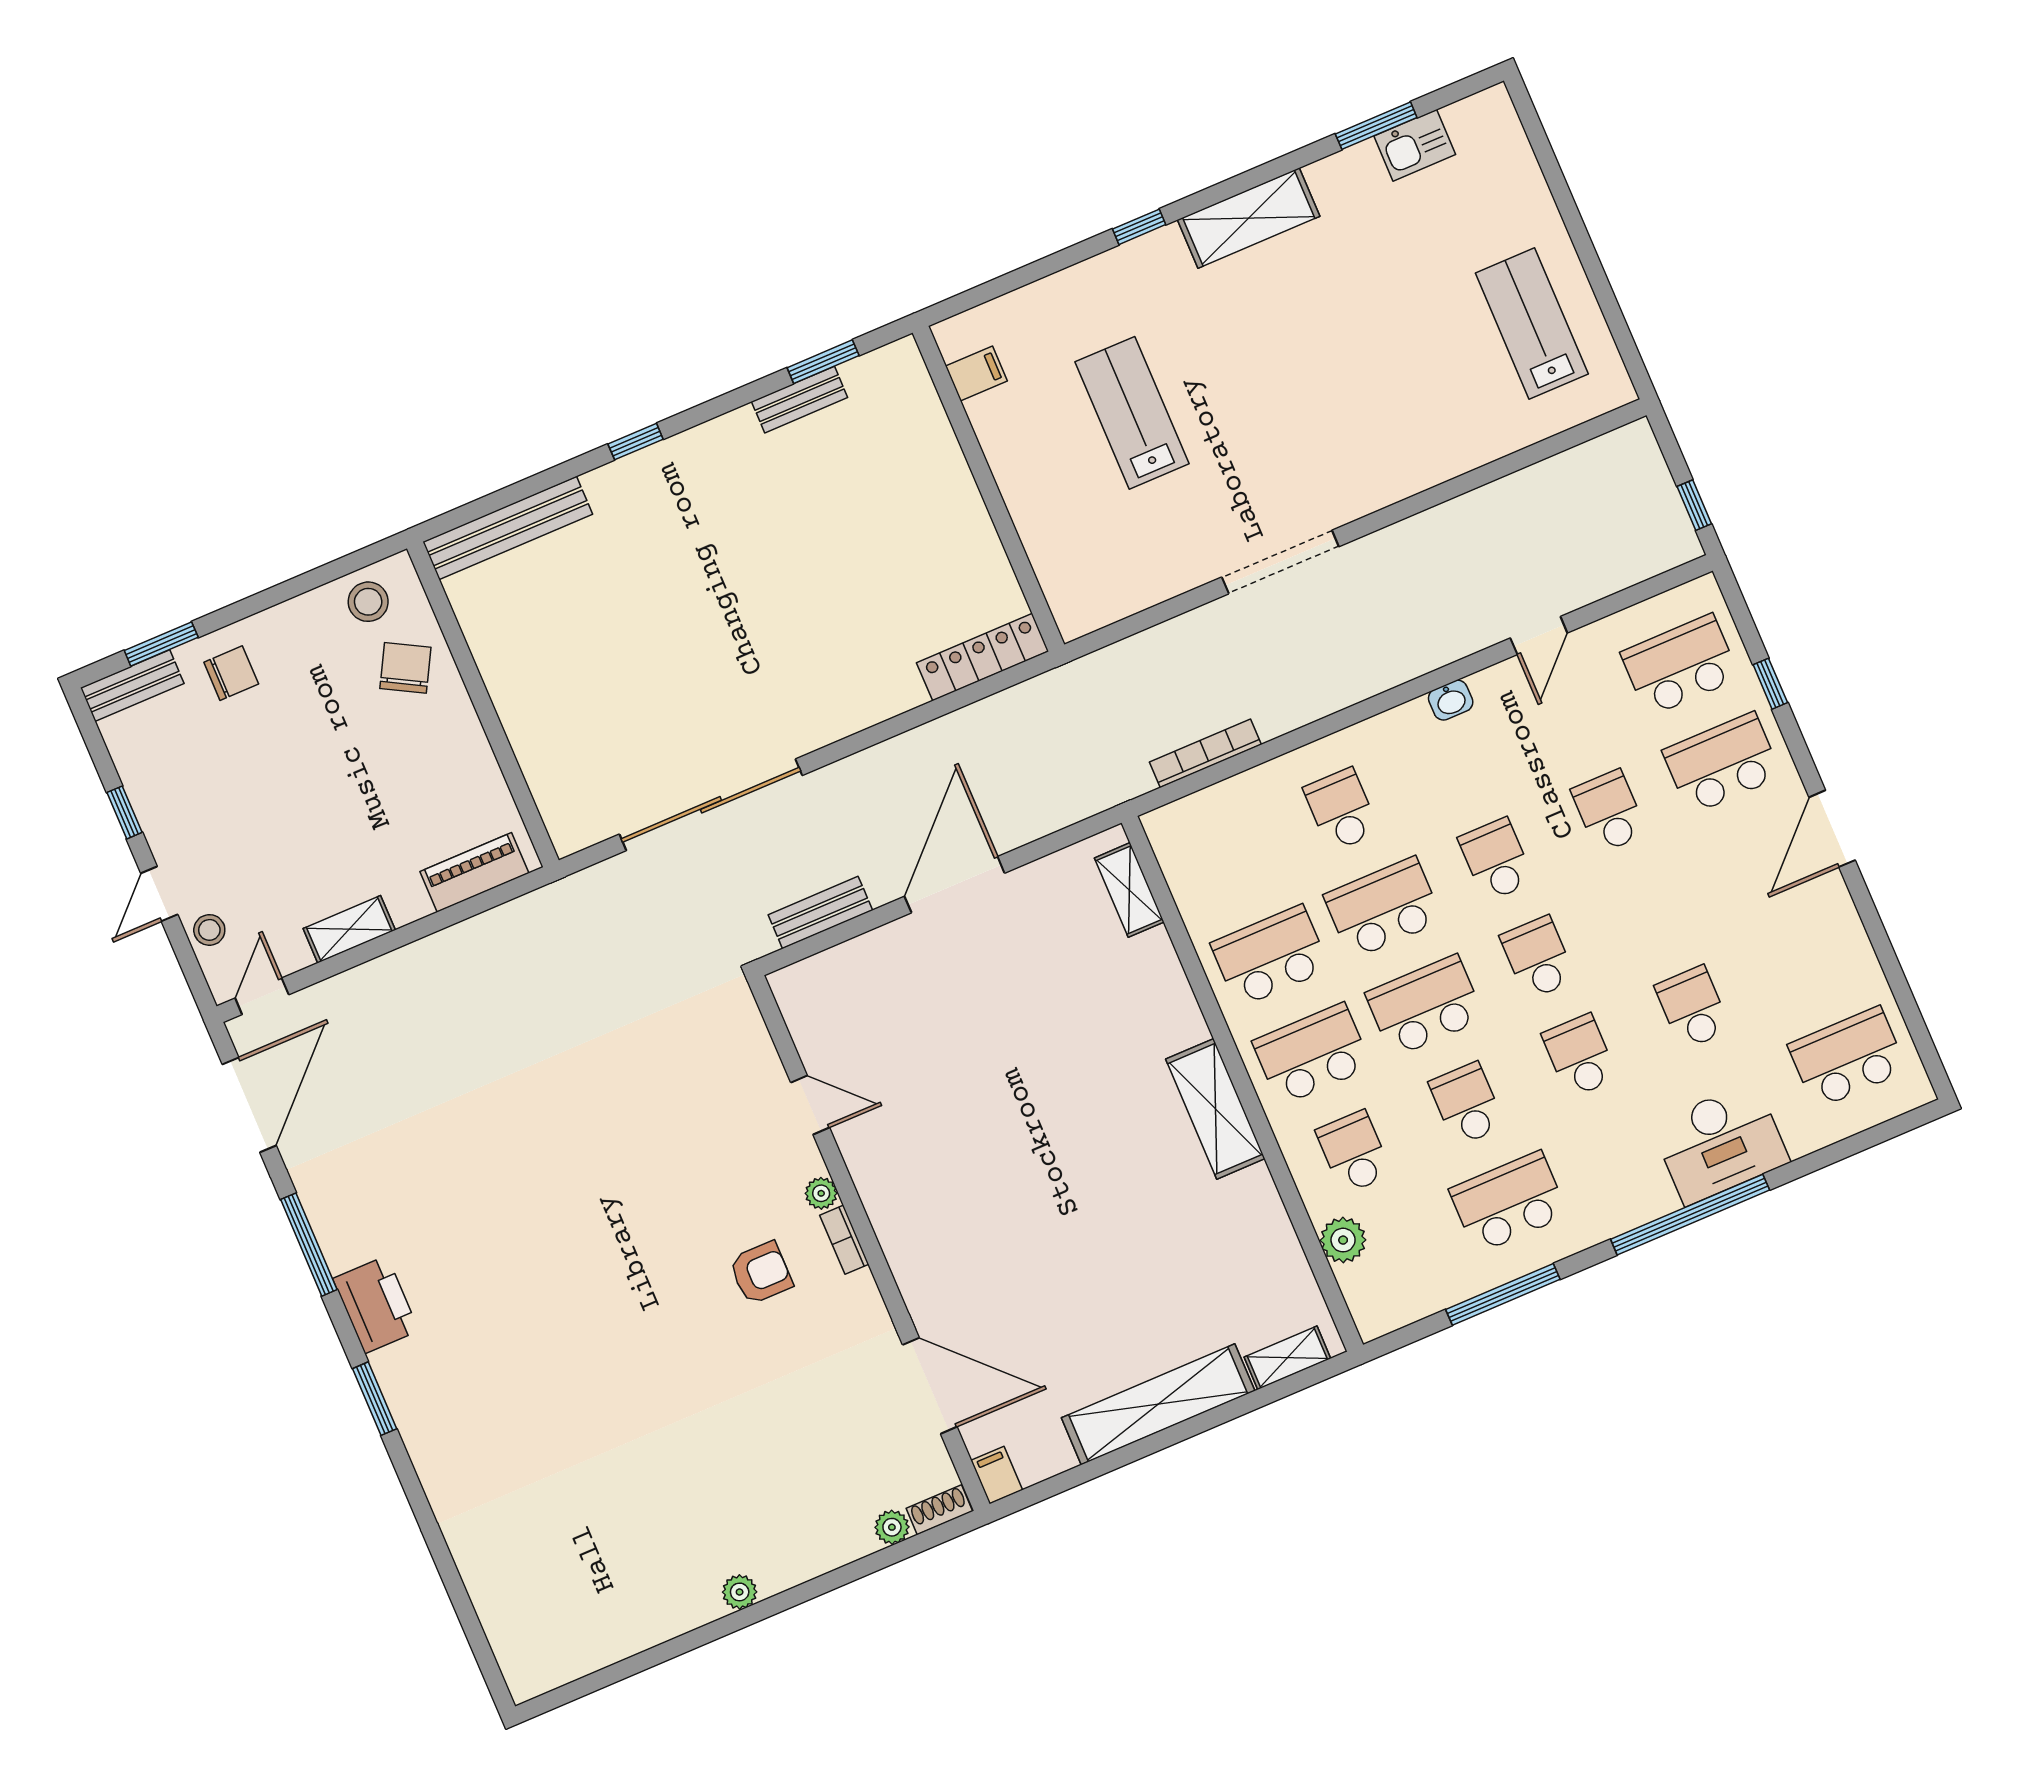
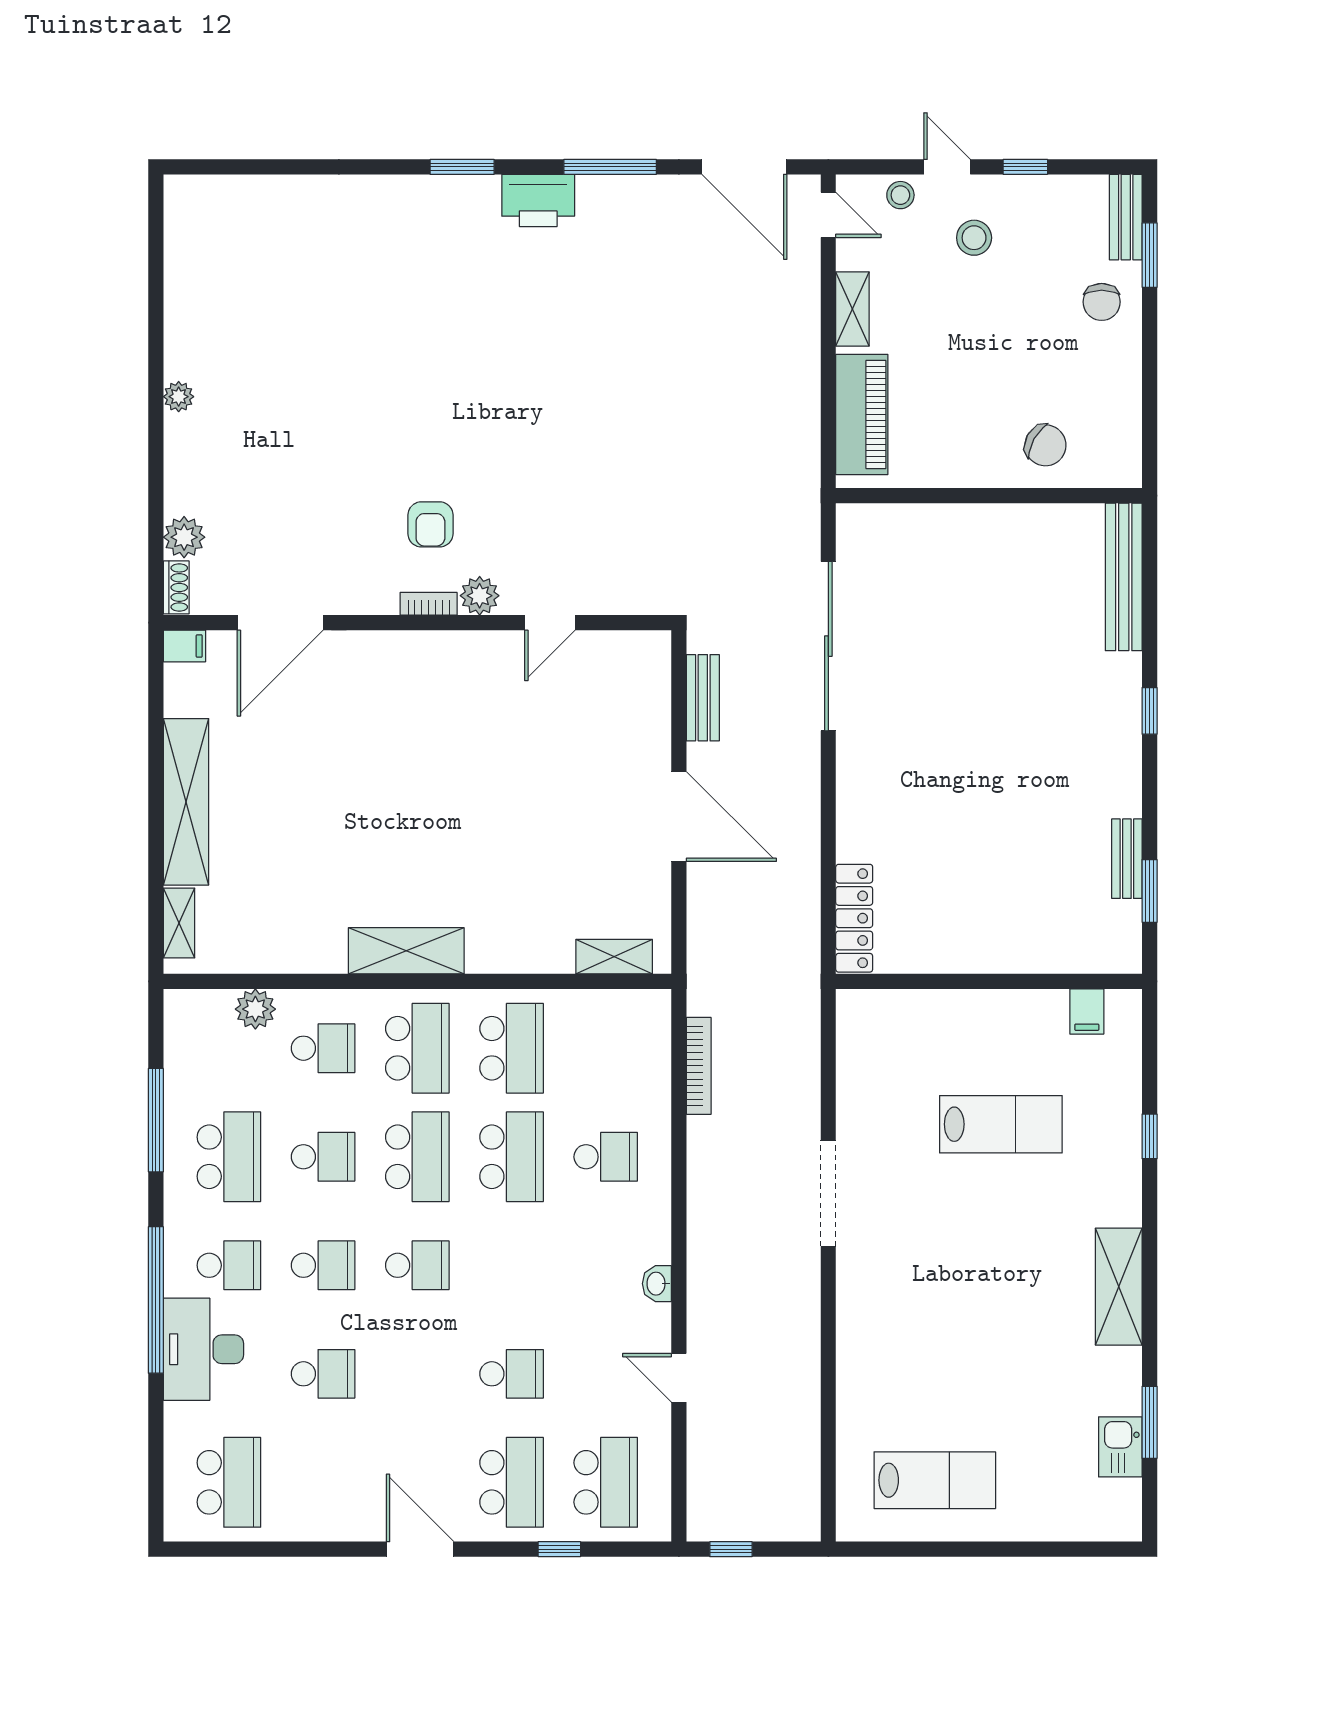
window: (1139, 227) -> (1150, 1136), moved
stool: (368, 602) -> (974, 238), moved
school desk: (1496, 860) -> (229, 1265), moved
piano: (474, 872) -> (862, 414), width x1.37, depth x1.33
plant: (821, 1193) -> (480, 596), width x1.38, depth x1.38
plant: (892, 1527) -> (184, 537), width x1.38, depth x1.38

